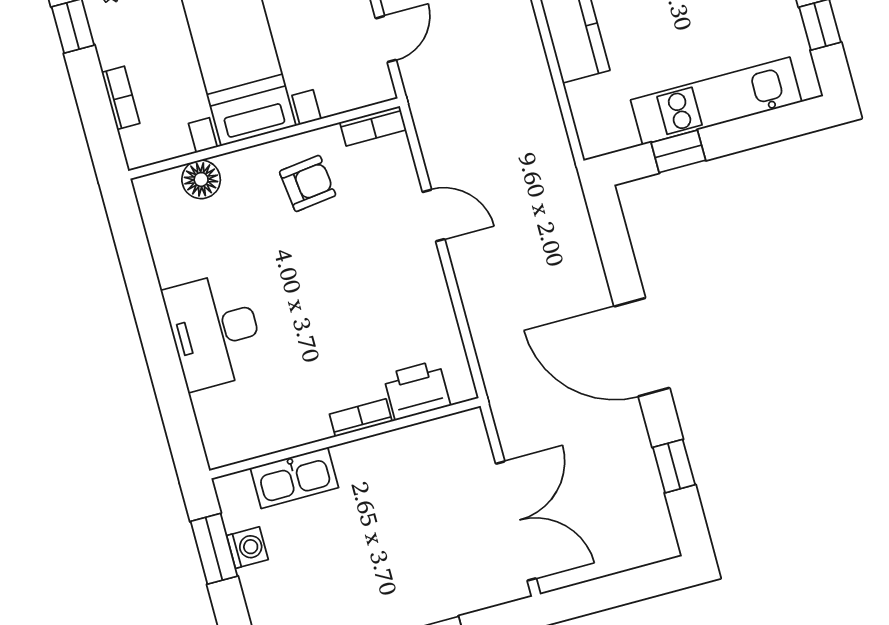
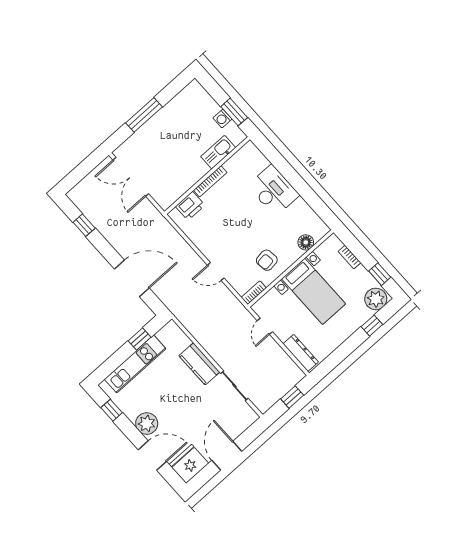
door: (642, 347) -> (132, 278), moved
bookcase: (361, 418) -> (210, 181), width x1.56

